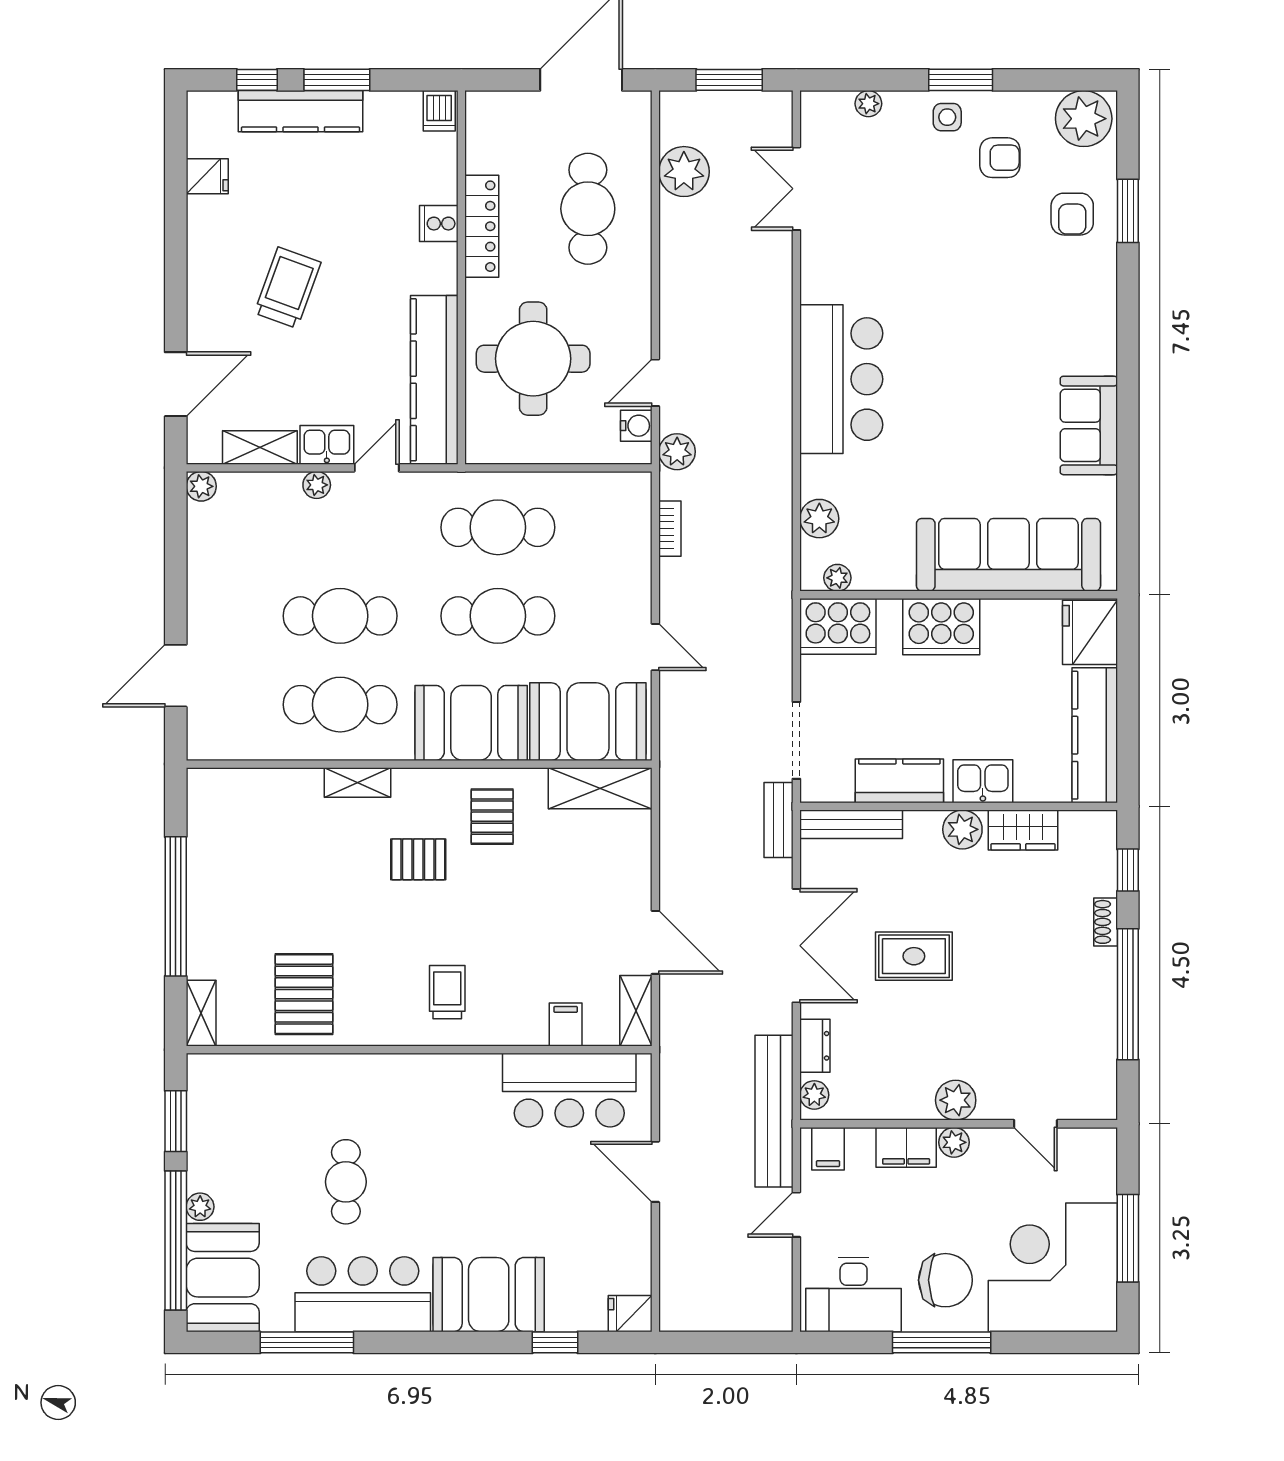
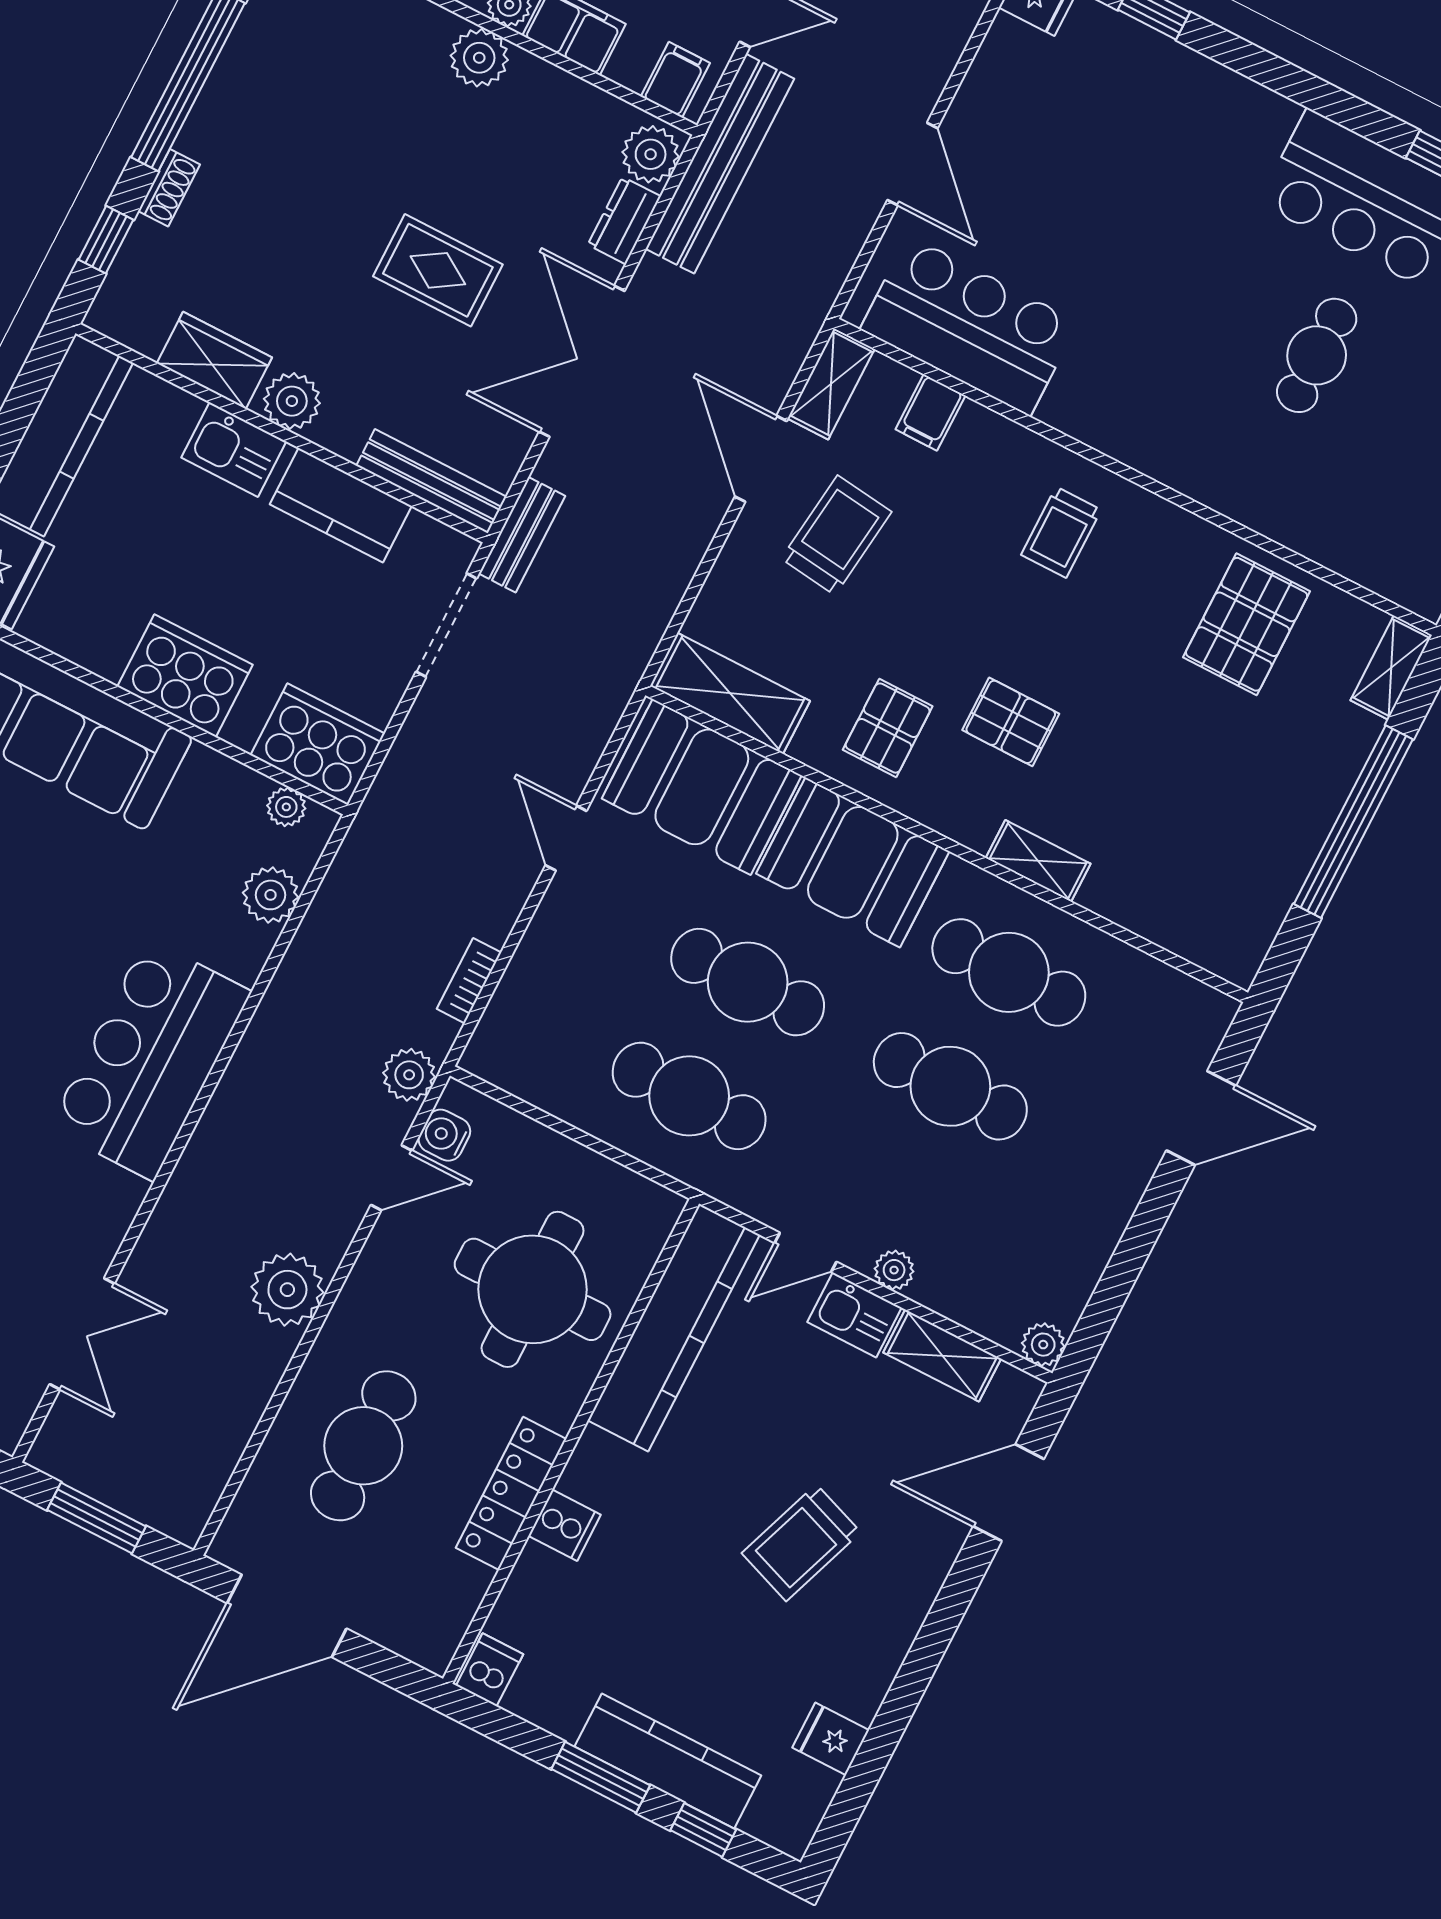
plant: (684, 172) -> (287, 1290), moved
trolley: (585, 919) -> (836, 535), added
plant: (814, 1095) -> (651, 154), width x1.38, depth x1.38
booth: (489, 1295) -> (1208, 116), removed

